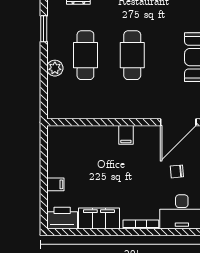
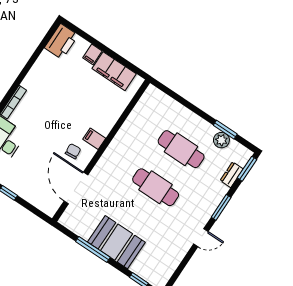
plant: (55, 68) -> (221, 140), moved
chair: (177, 171) -> (73, 151), moved
filing cabinet: (99, 219) -> (114, 71), moved, turned 90

